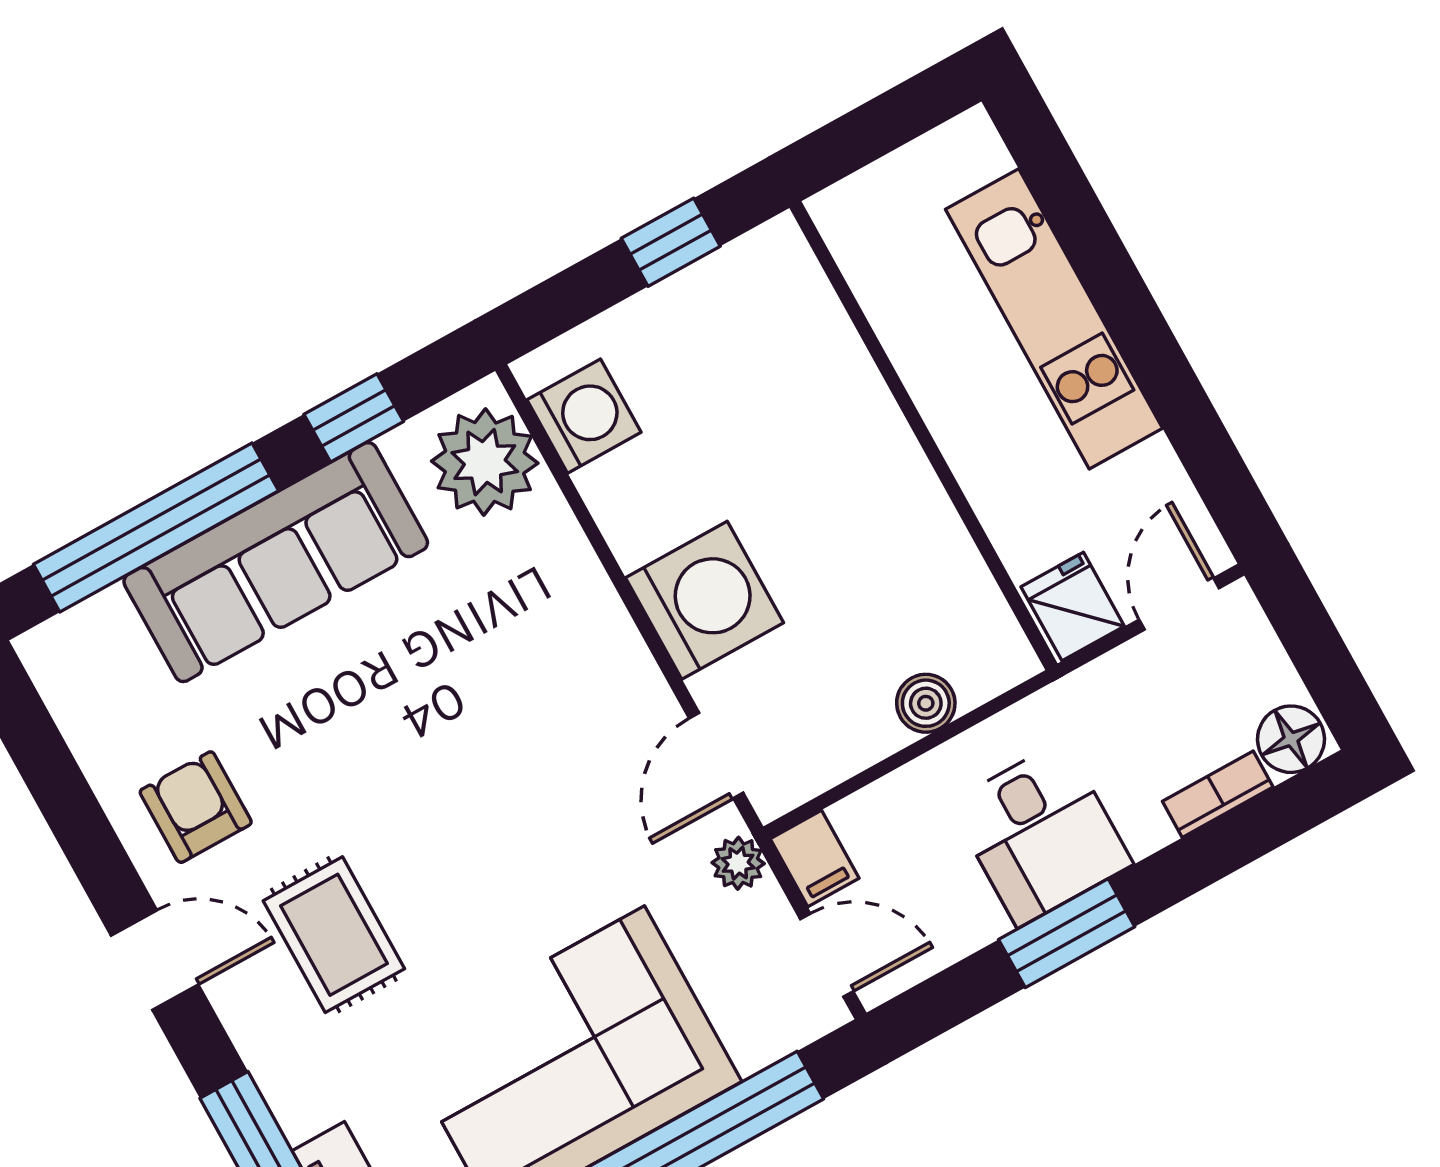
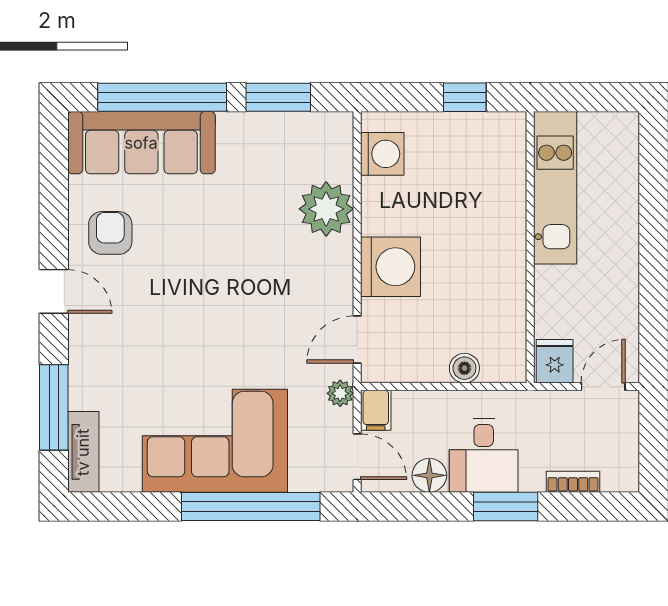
kitchen unit: (1054, 319) -> (555, 188), moved, turned 180
window: (354, 418) -> (278, 97), width x1.50
plant: (485, 462) -> (326, 209), moved
sofa: (276, 562) -> (141, 143), moved
floor lamp: (1291, 739) -> (429, 475), moved
window: (1067, 933) -> (506, 507), moved
rug: (334, 935) -> (141, 325), removed

